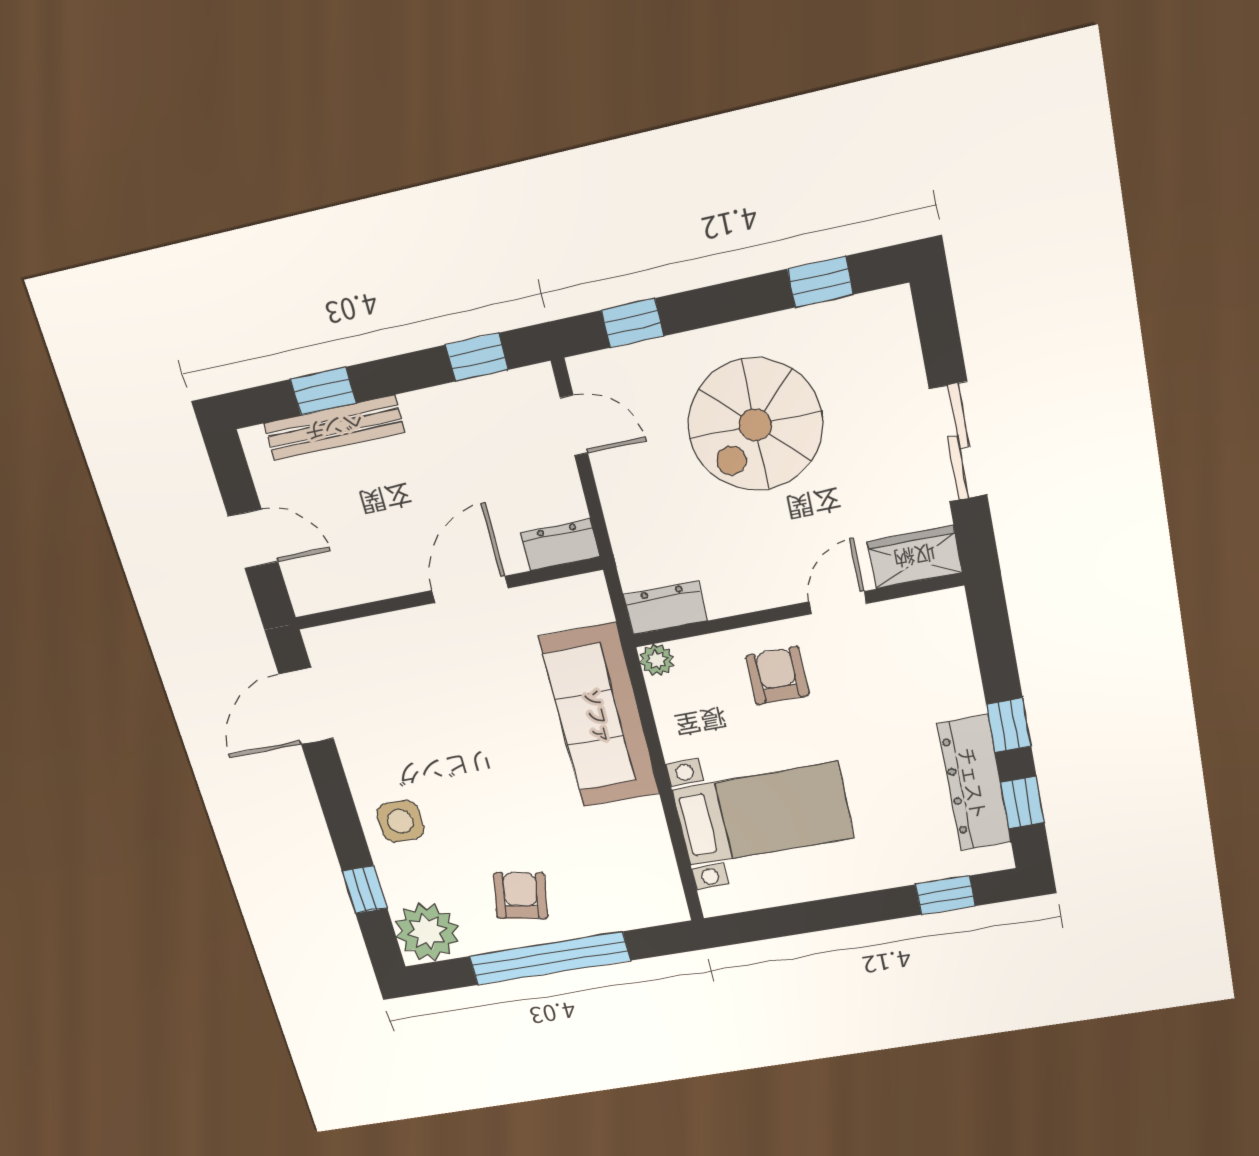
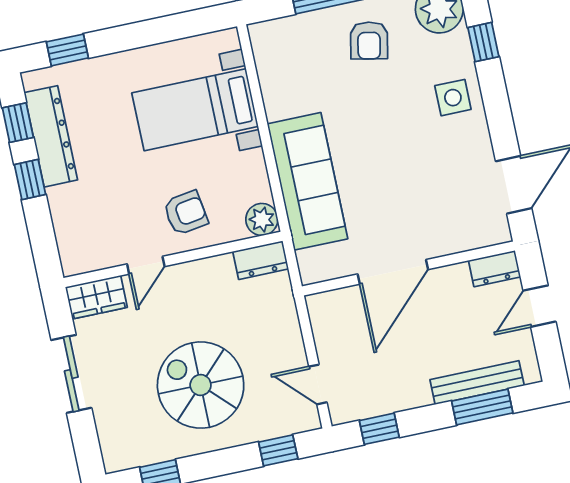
window: (323, 391) -> (482, 407), width x1.50
spiral stairs: (755, 425) -> (201, 385), turned -90
door: (253, 539) -> (539, 306), hinge flipped
dresser: (560, 545) -> (495, 269), moved
door: (470, 589) -> (393, 272), width x1.36
plant: (657, 660) -> (262, 219), width x1.38, depth x1.38
armchair: (777, 676) -> (186, 213), turned -99

